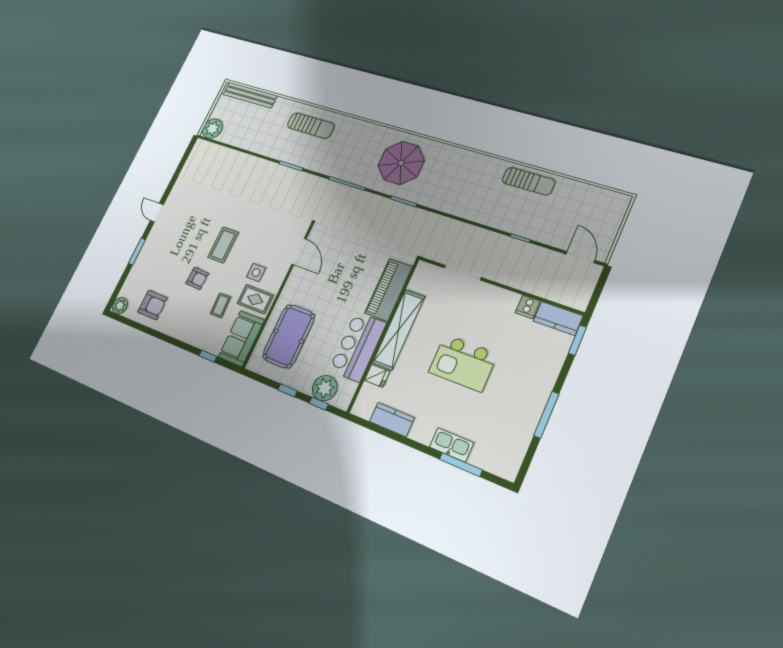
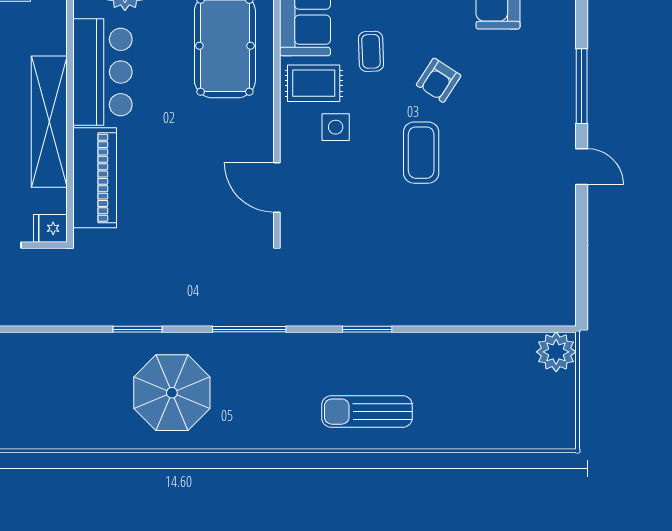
bench: (250, 95) -> (514, 436), removed
window: (137, 252) -> (582, 86), width x1.44
armchair: (197, 278) -> (439, 80), turned -60
fridge: (377, 376) -> (50, 228), moved

